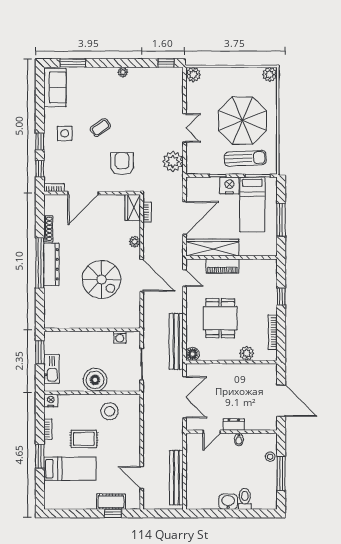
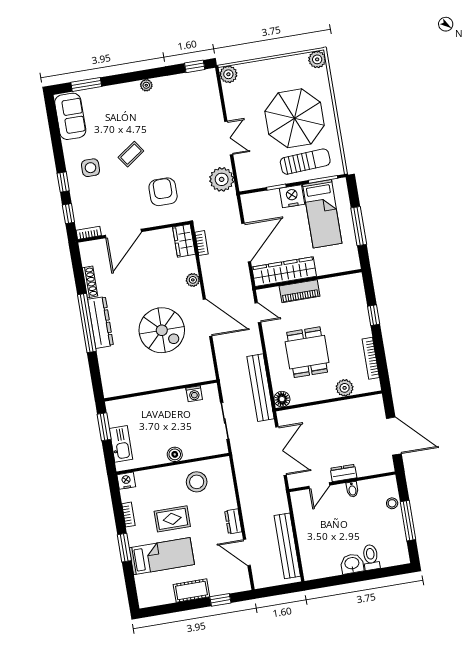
boiler: (95, 380) -> (175, 454), width x0.54, depth x0.54
dresser: (135, 450) -> (233, 521), added
cot: (111, 502) -> (191, 591), moved

